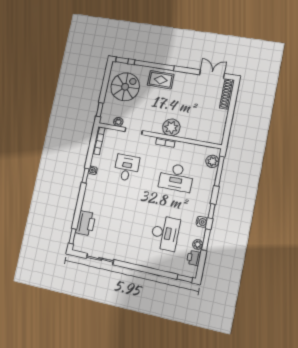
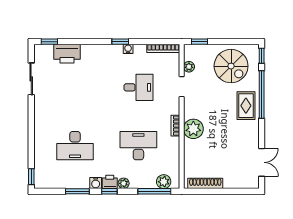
shoe rack: (227, 94) -> (205, 183), moved
desk: (176, 177) -> (138, 146), turned 90
plant: (198, 245) -> (124, 183), moved
printer: (194, 258) -> (110, 182), moved

